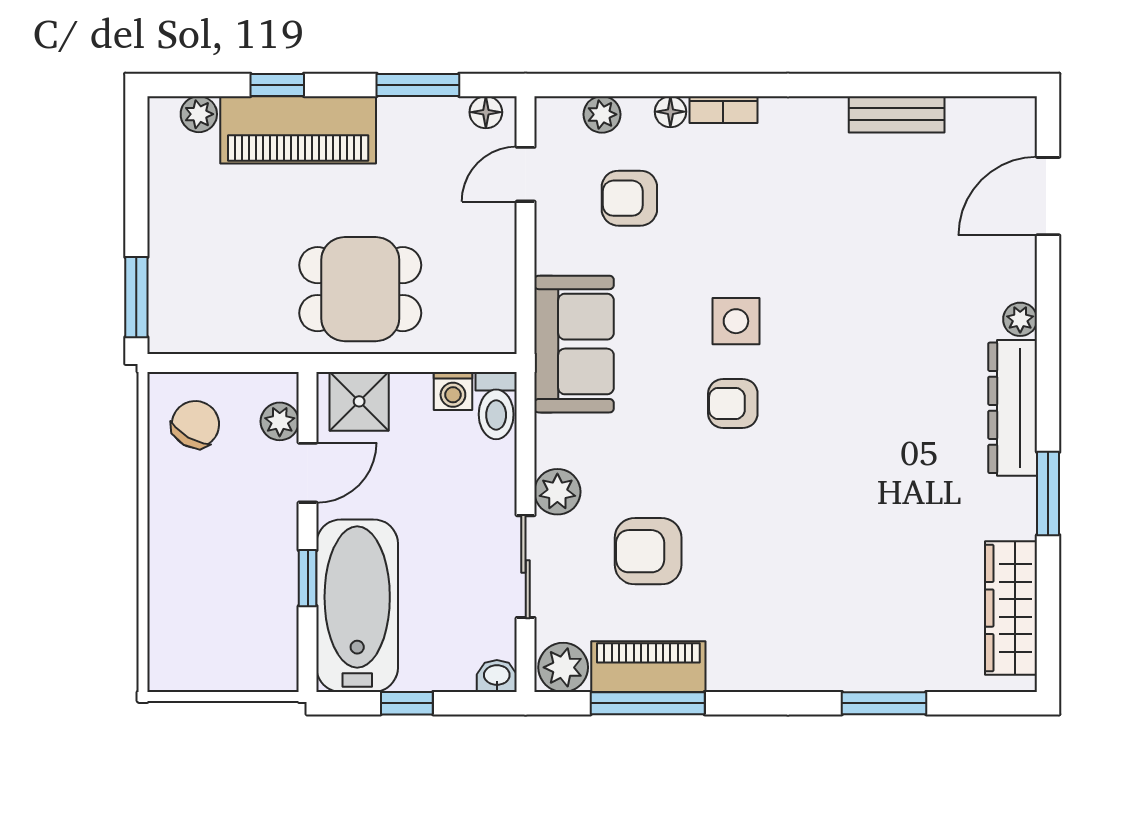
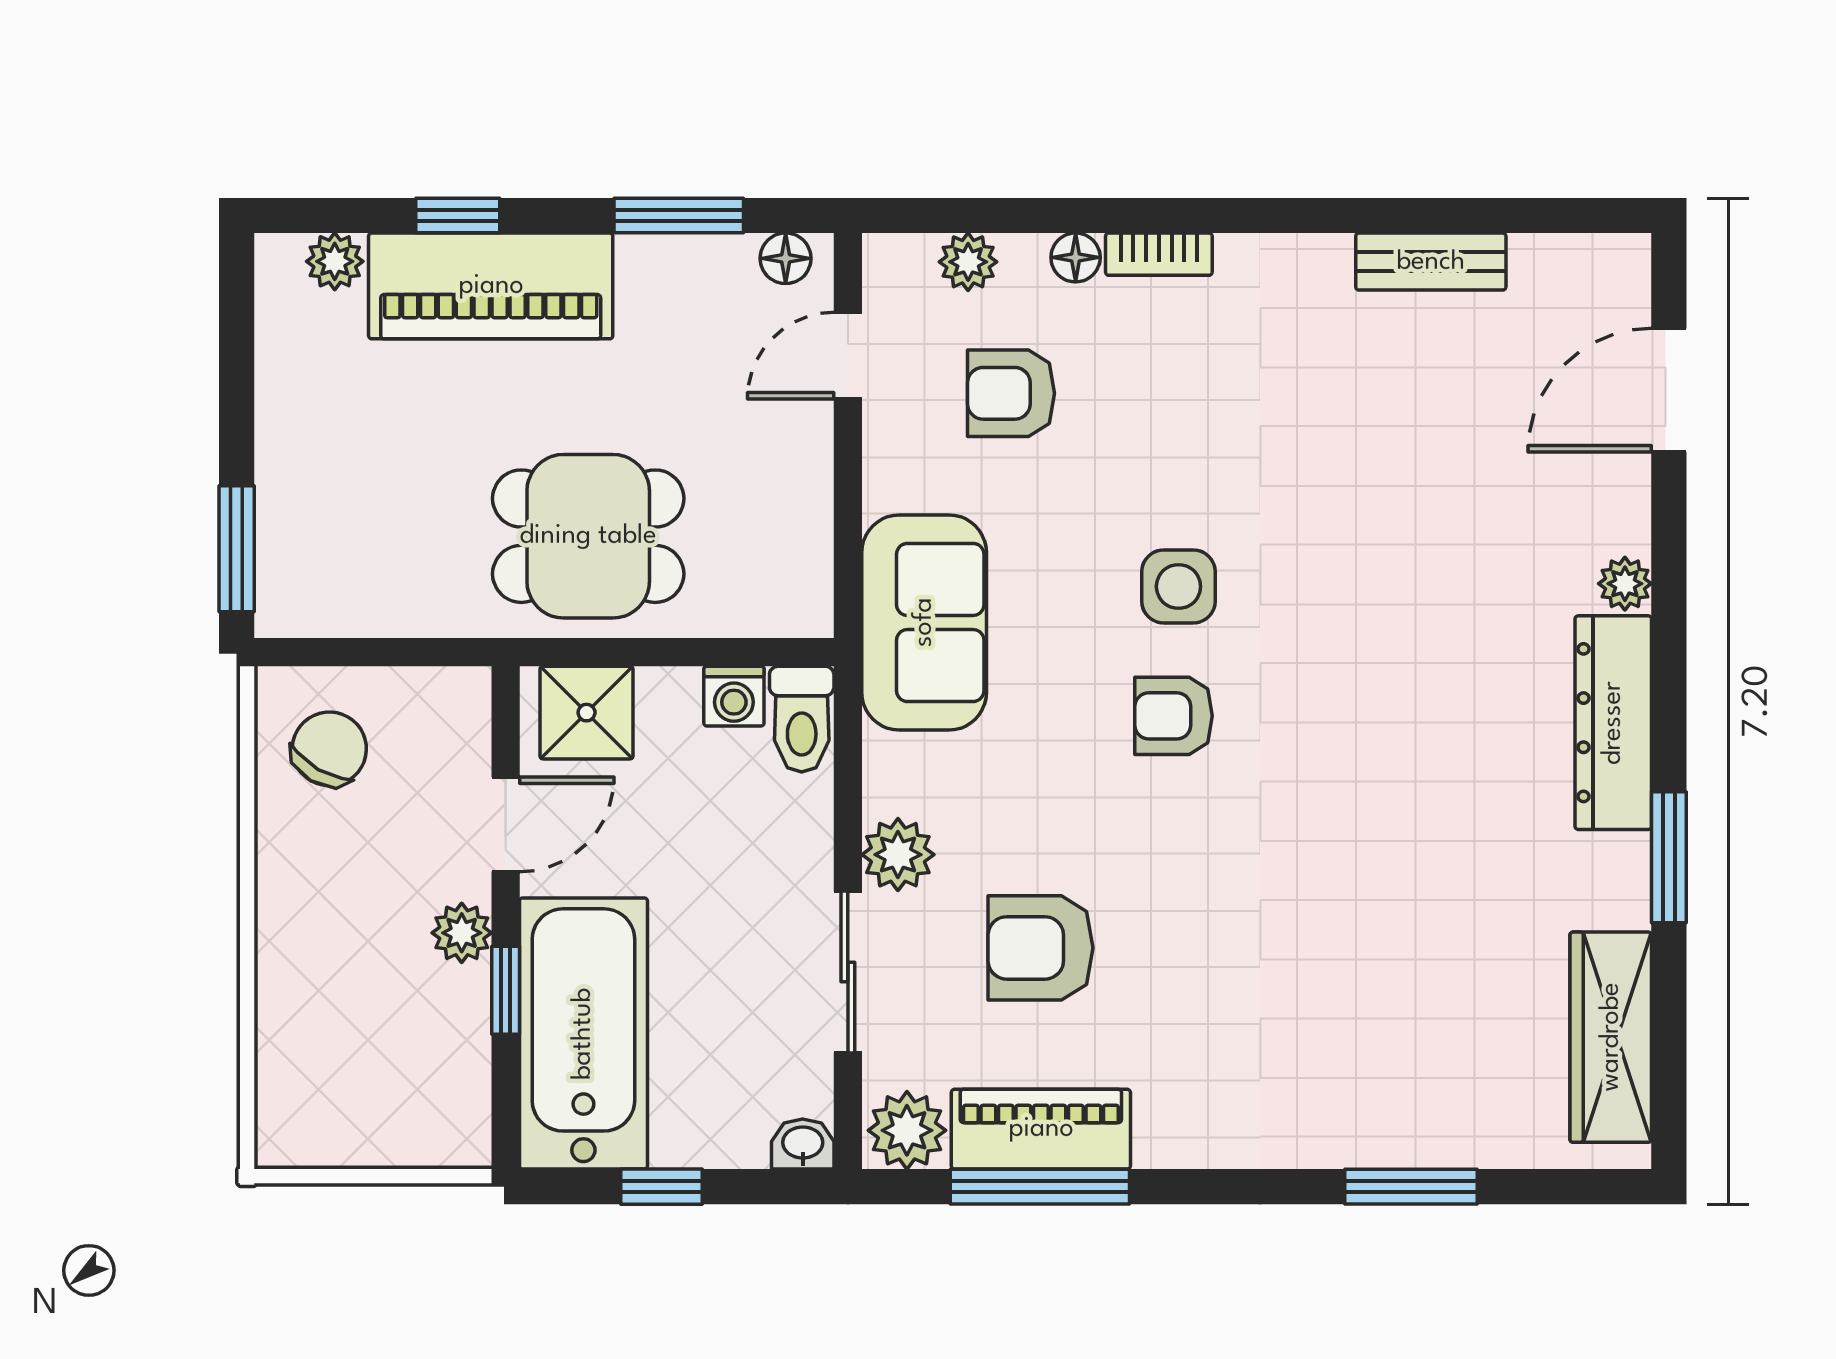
plant: (280, 421) -> (462, 933), moved

